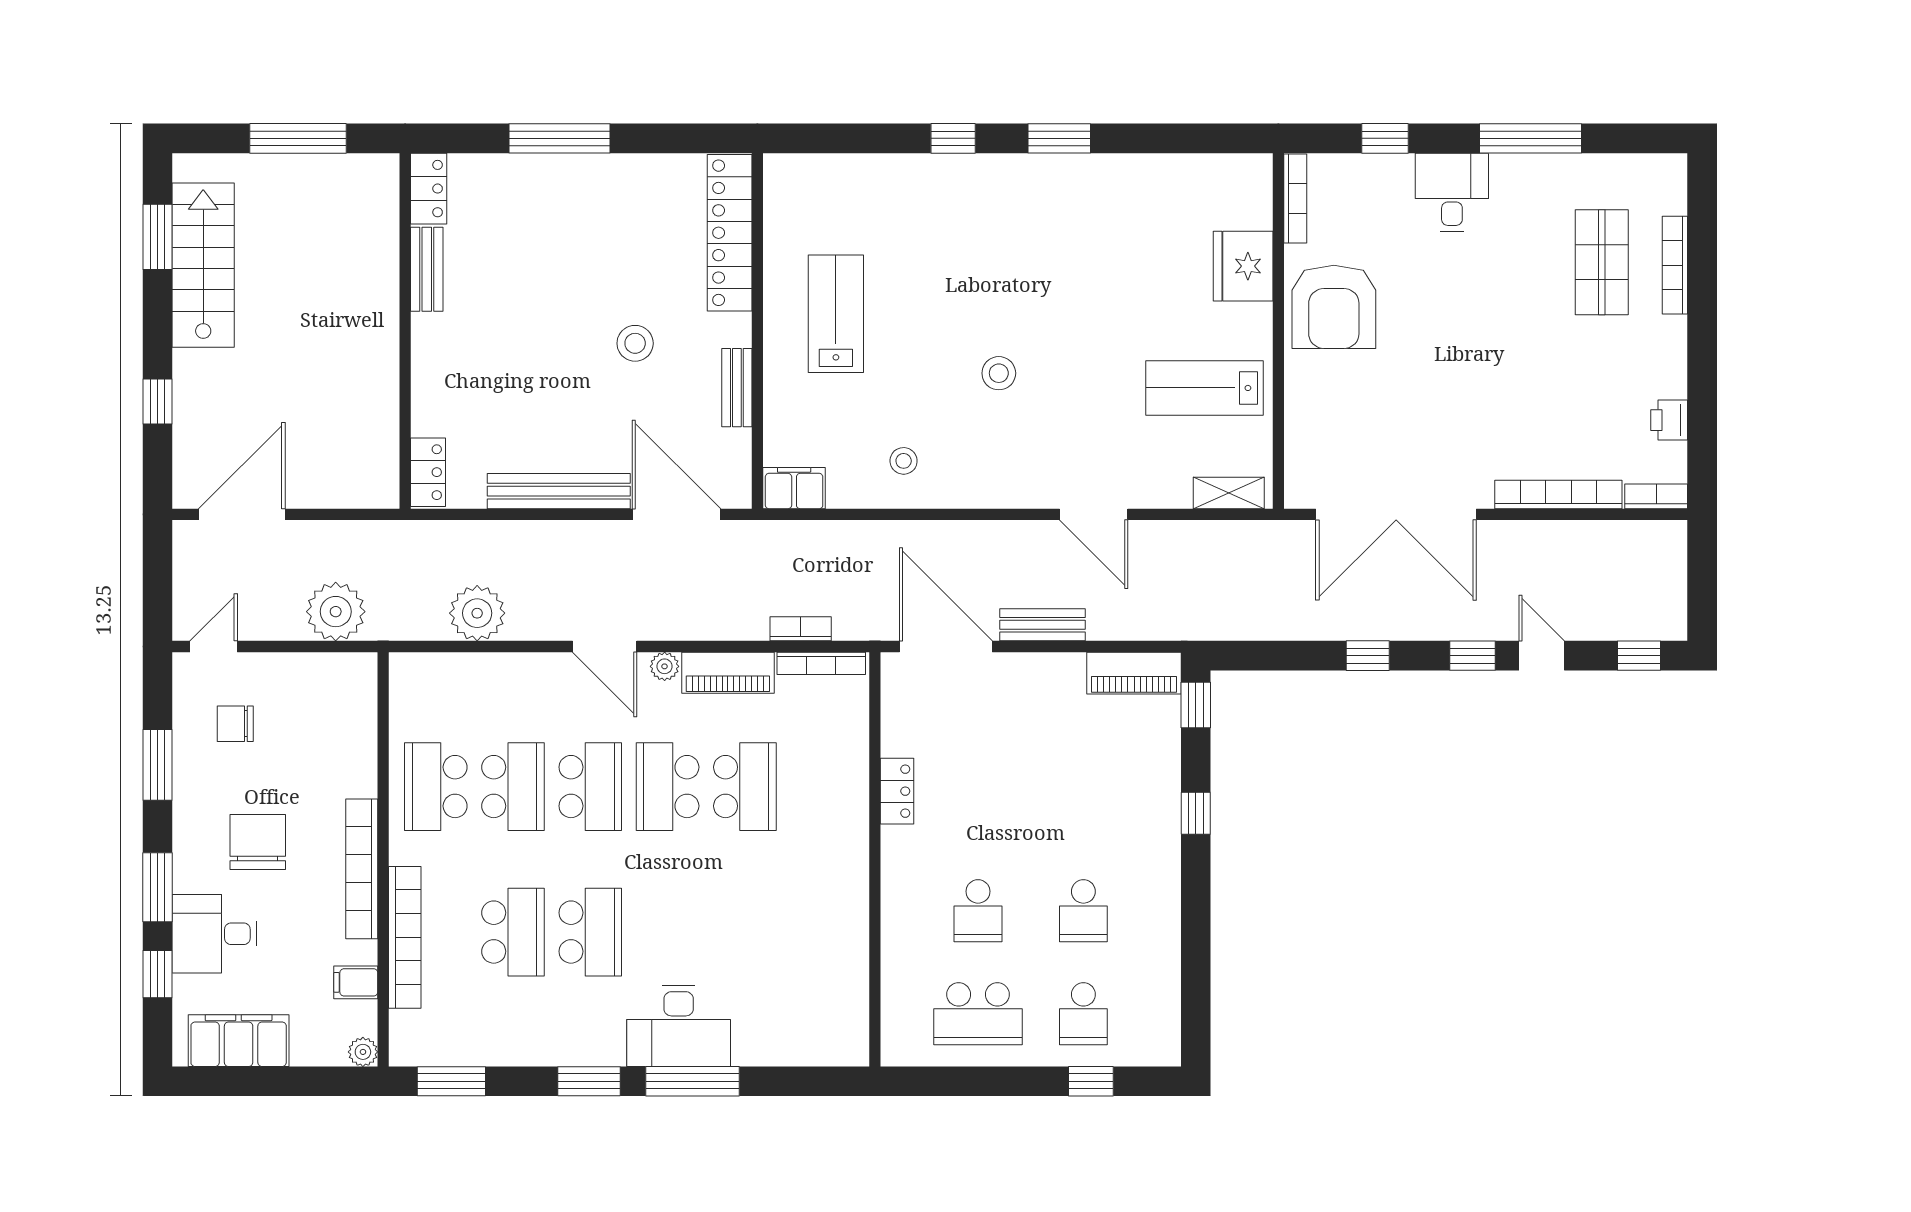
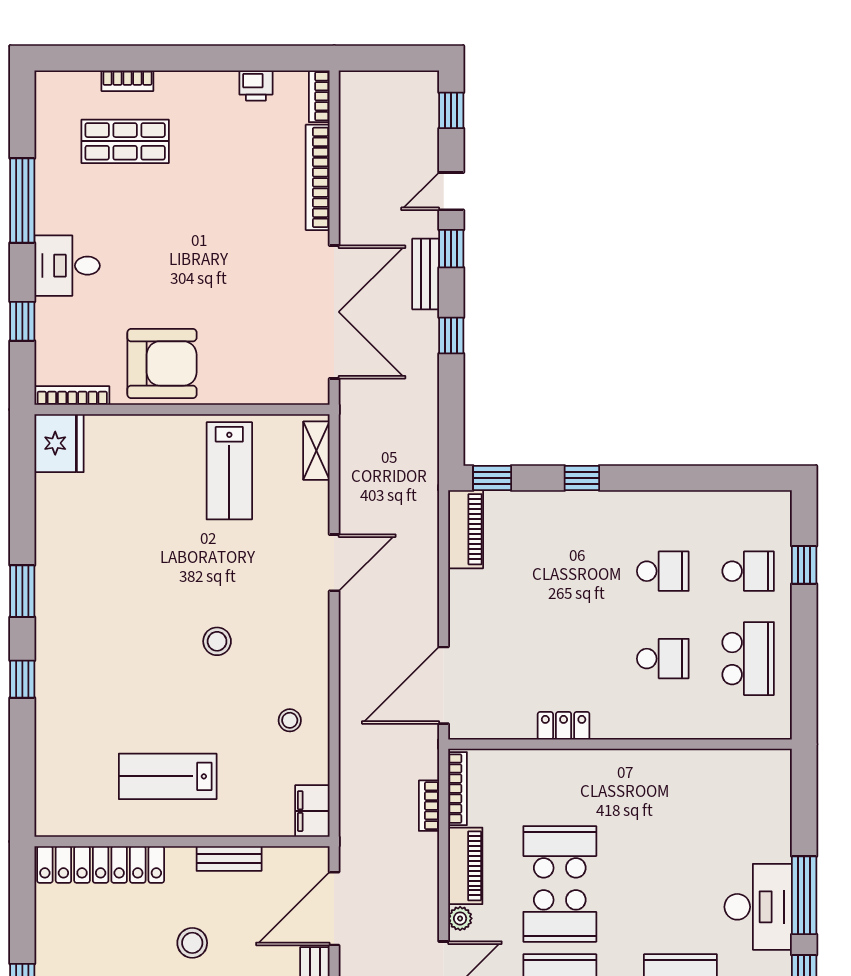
bookcase: (1675, 265) -> (127, 81), width x0.64
fridge: (1243, 266) -> (59, 443), moved, turned -90
bench: (1042, 625) -> (426, 274), moved

